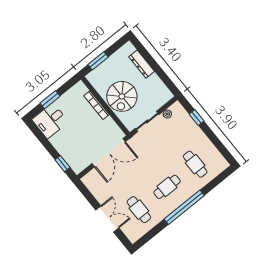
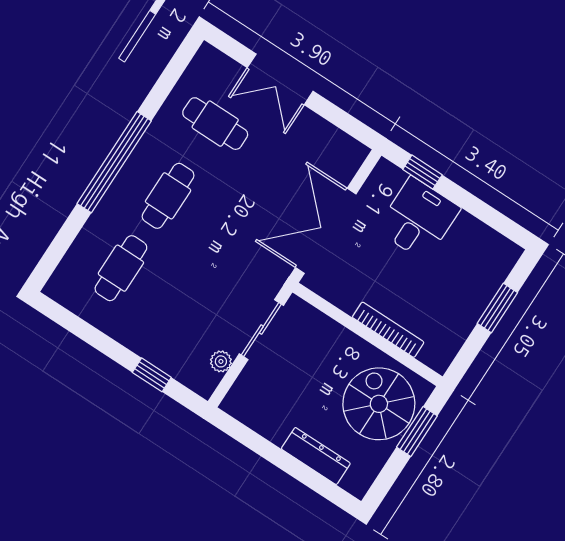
spiral stairs: (122, 96) -> (379, 404), moved
desk: (50, 121) -> (418, 219), moved
cafe table: (195, 164) -> (121, 268), turned 90

